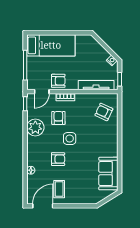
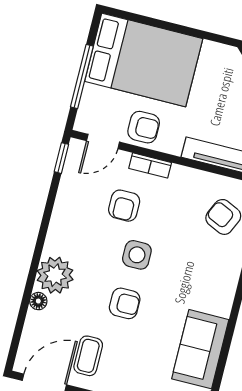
bed: (51, 45) -> (144, 60), width x1.50
armchair: (58, 118) -> (124, 206), turned 180
plant: (35, 127) -> (55, 275), moved
armchair: (58, 159) -> (125, 303), moved

